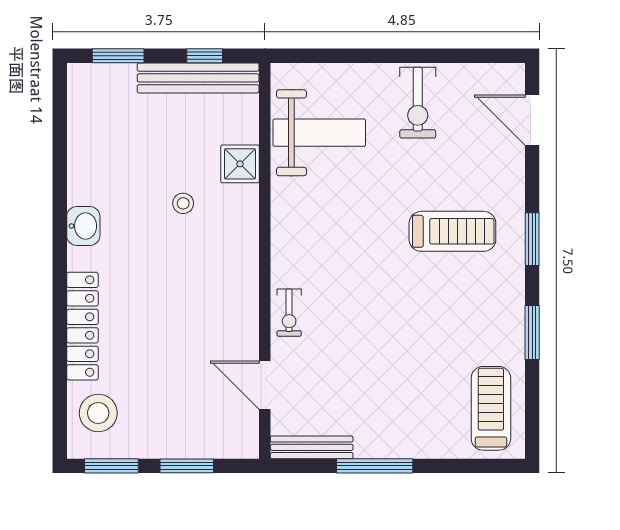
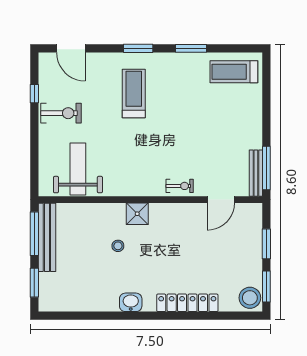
window: (205, 56) -> (34, 234), width x2.17
window: (452, 56) -> (34, 94), added
door: (532, 120) -> (71, 48), hinge flipped
shower: (240, 164) -> (137, 214), moved
stool: (98, 413) -> (250, 298), moved
window: (375, 466) -> (266, 168), moved

